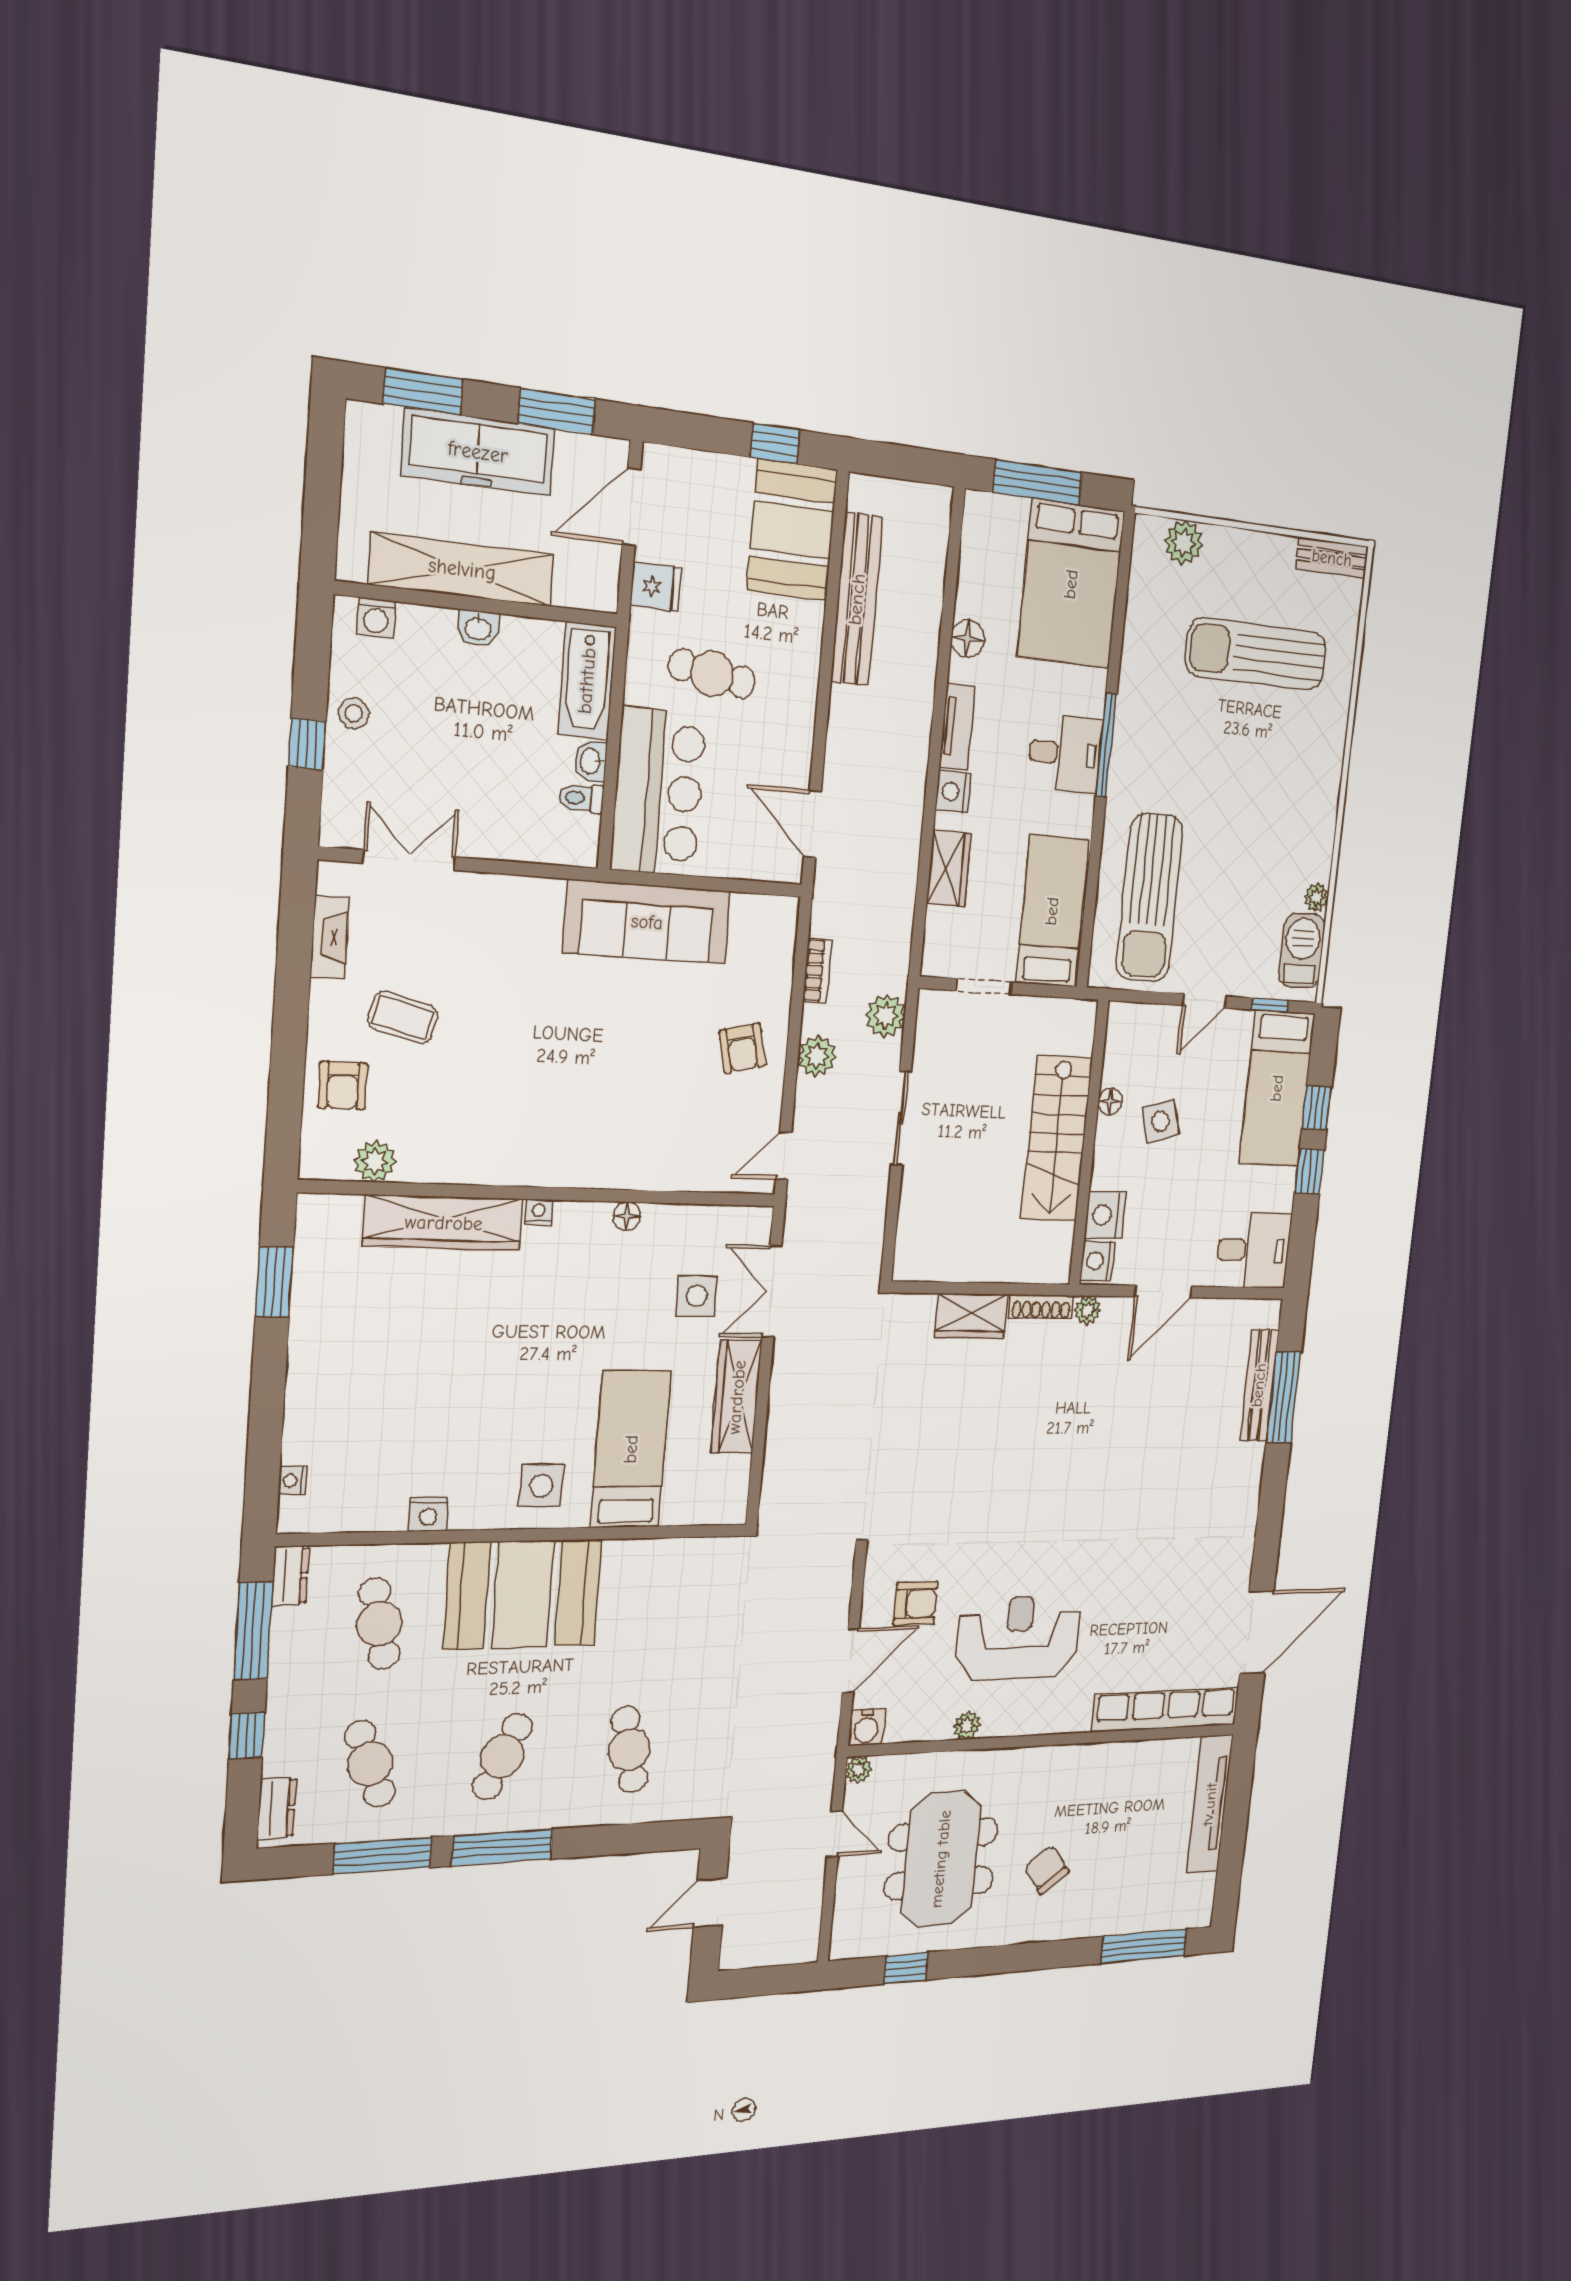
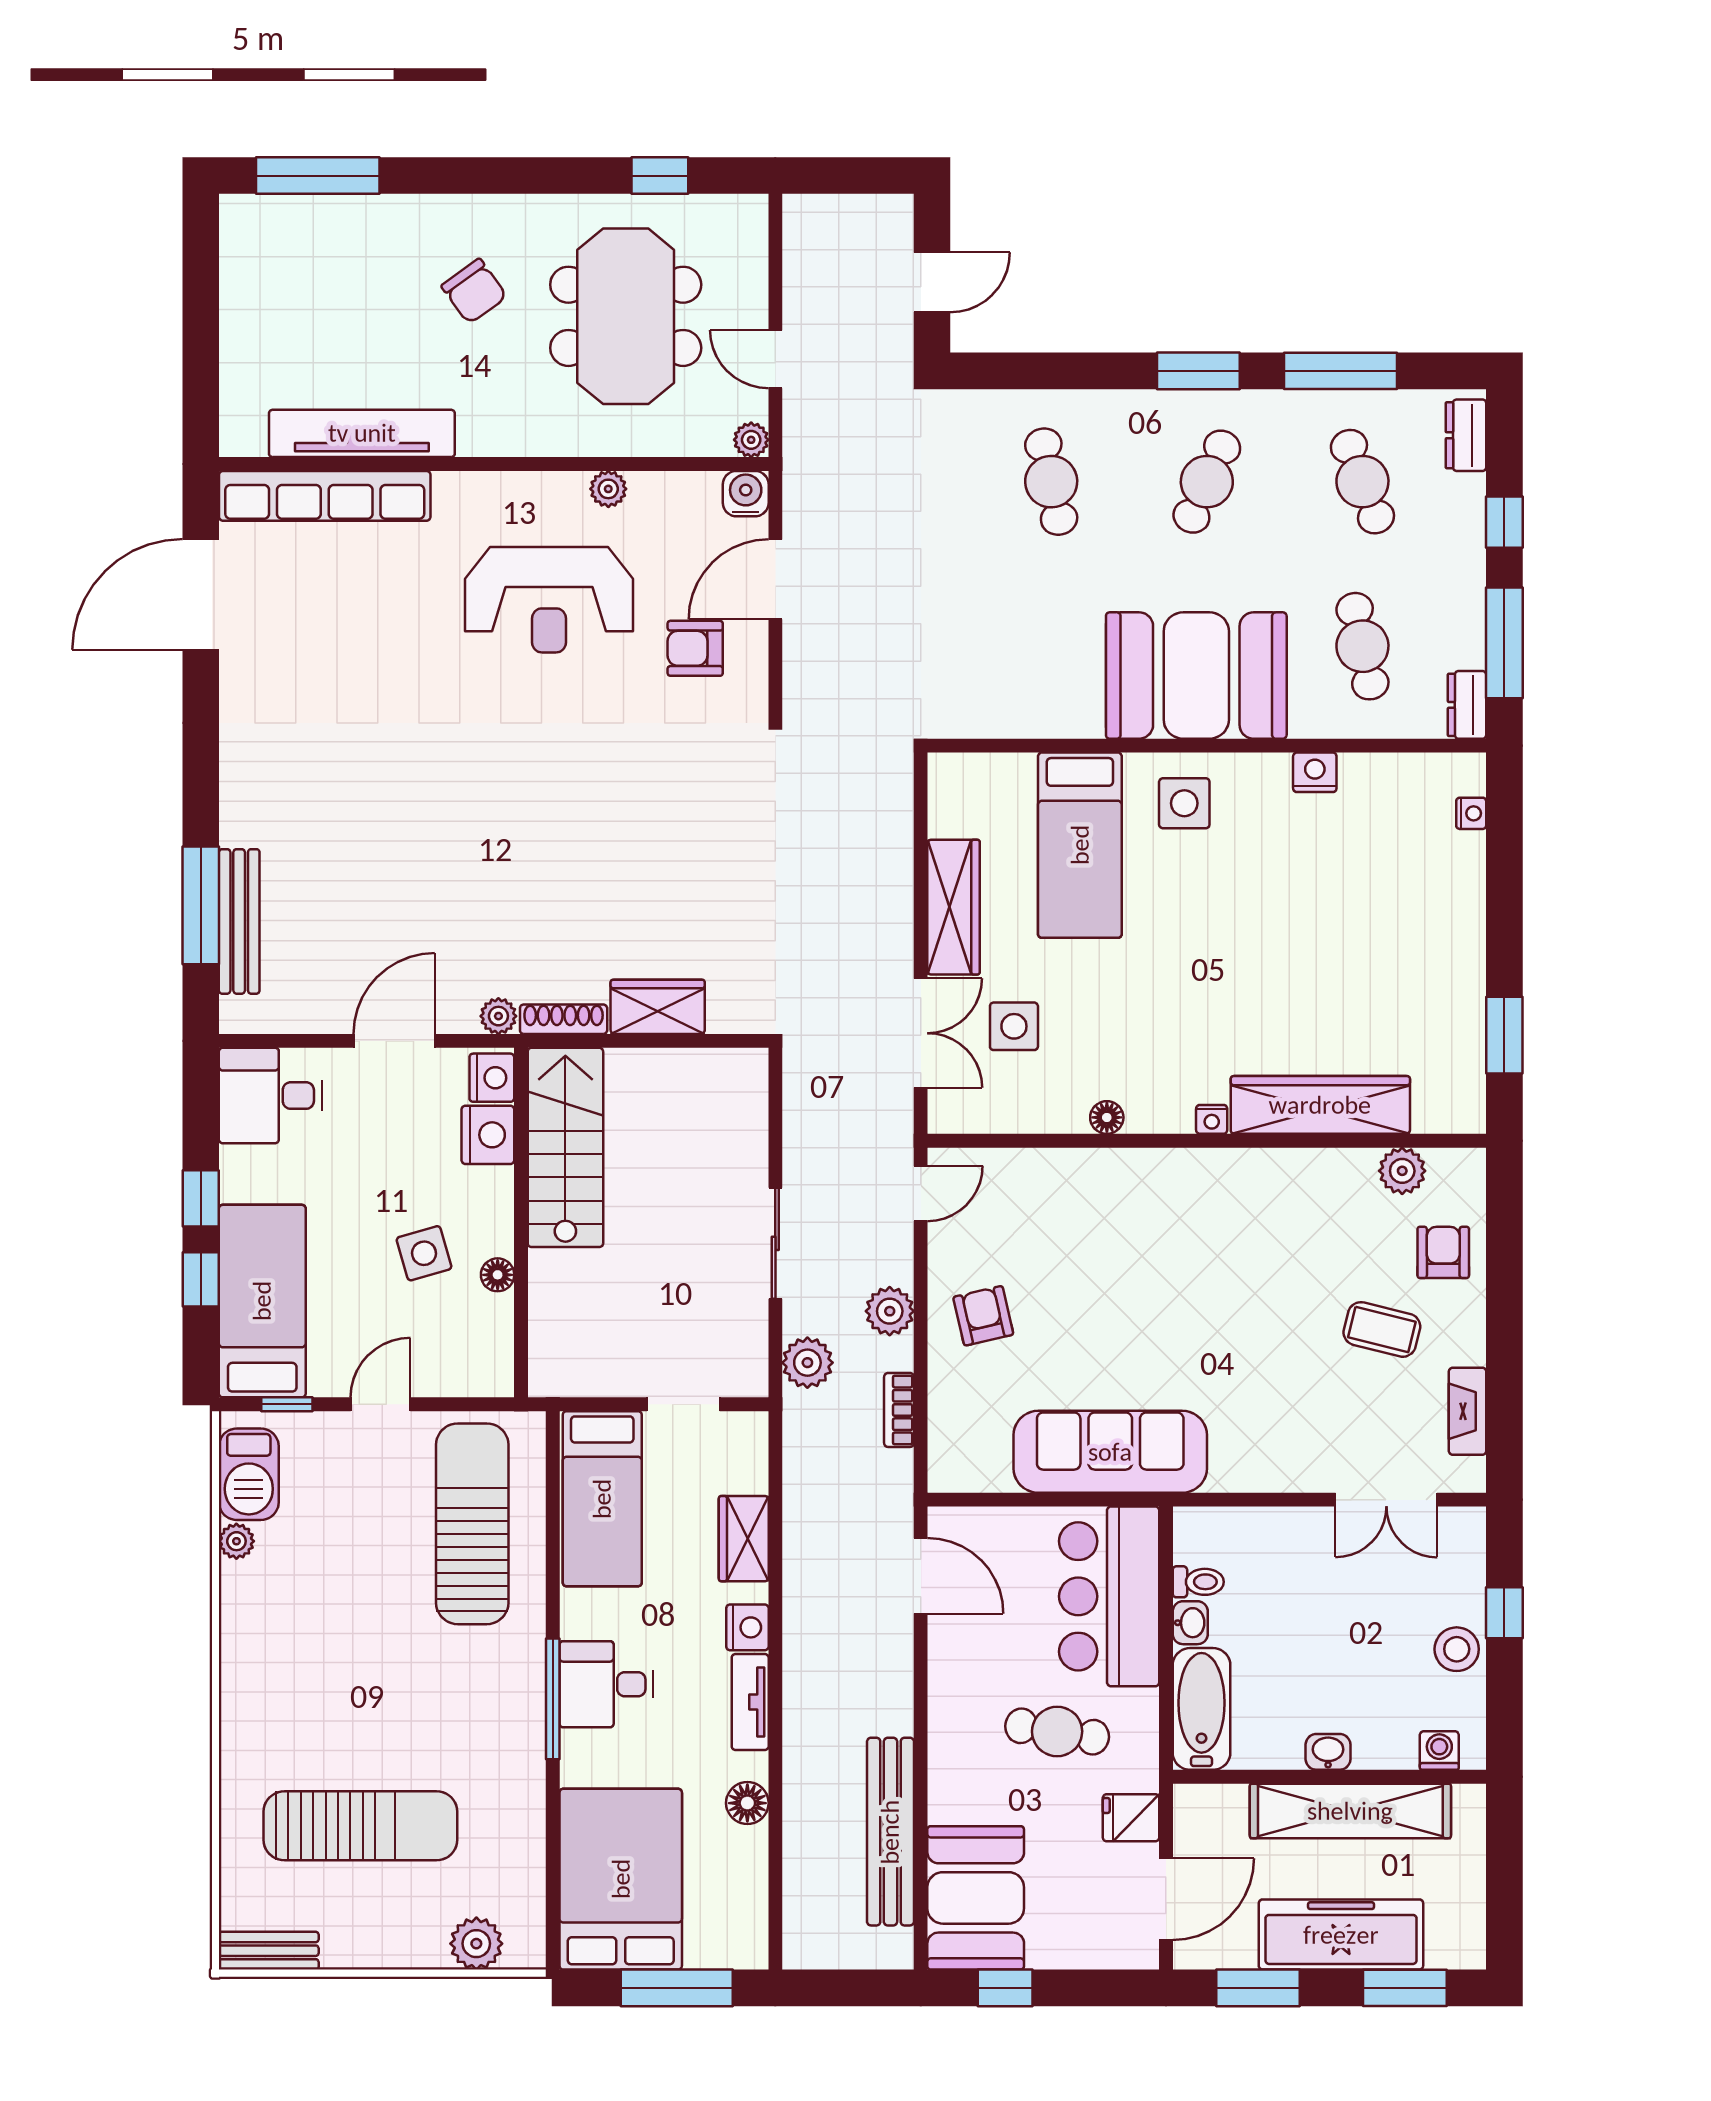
stool: (354, 713) -> (1457, 1649), width x1.37, depth x1.37
stairs: (1057, 1139) -> (565, 1147), moved
tv unit: (1210, 1804) -> (362, 433), moved, turned -90
window: (502, 1847) -> (1198, 371), width x0.69

